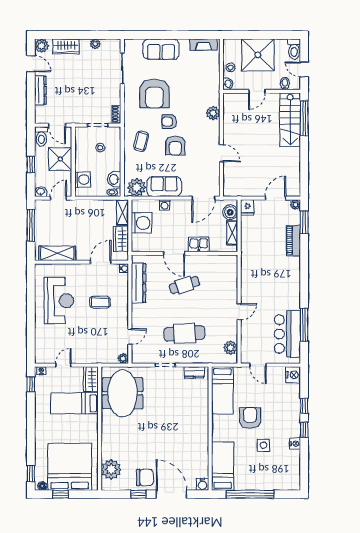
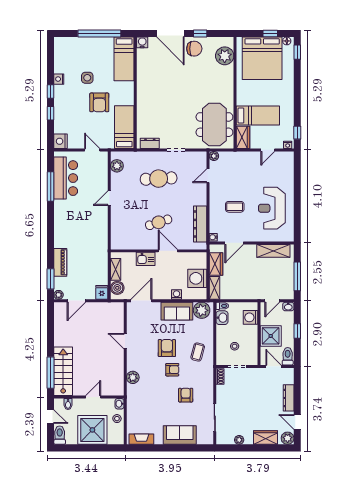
armchair: (154, 93) -> (186, 395), width x0.53, depth x0.53
chair: (145, 477) -> (194, 49), turned 180

